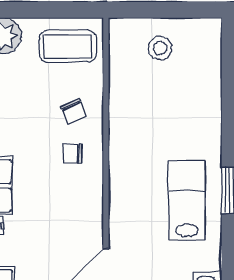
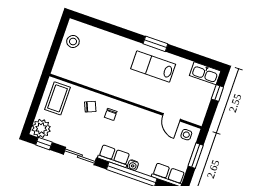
stool: (160, 48) -> (73, 41), moved

